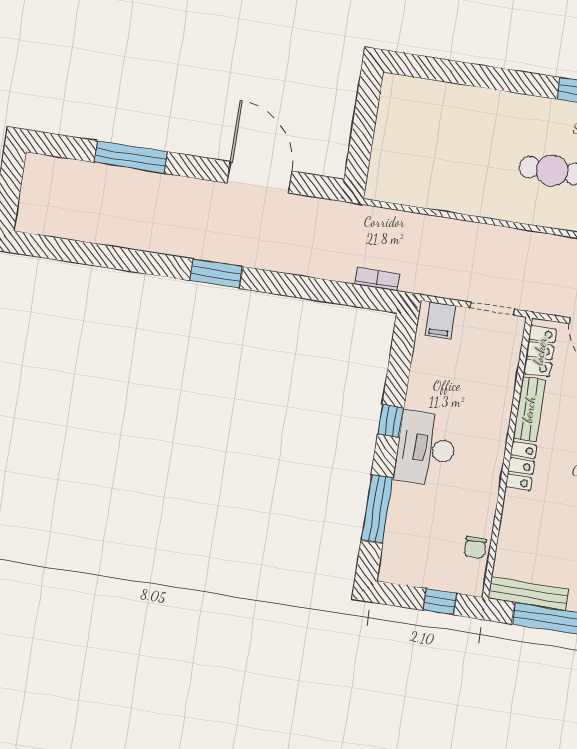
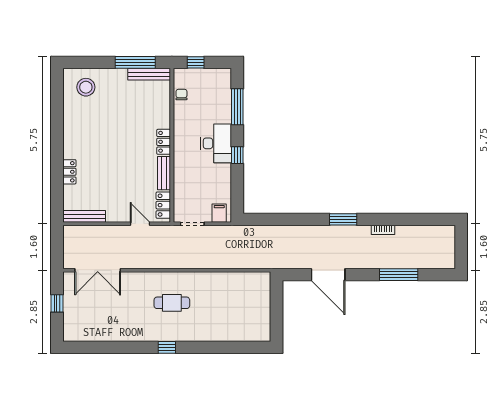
bookcase: (377, 279) -> (383, 230), moved

